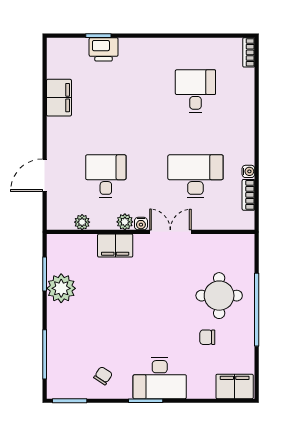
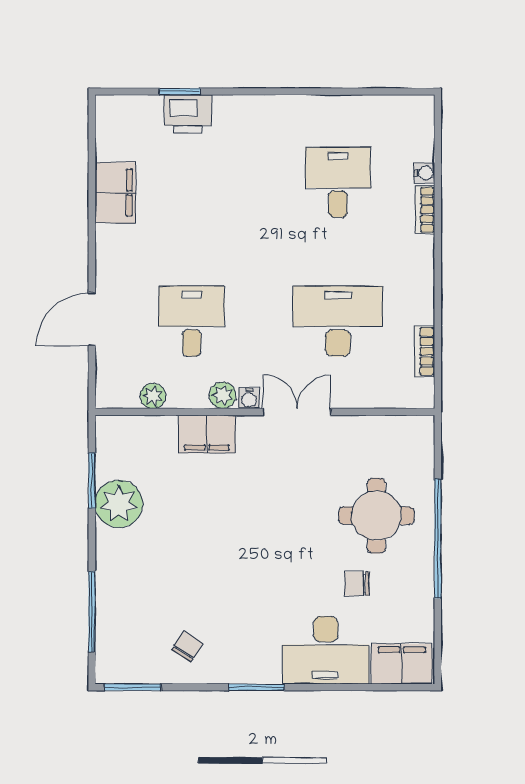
bookcase: (249, 52) -> (425, 210), moved
water cooler: (248, 171) -> (424, 173), moved
desk: (160, 378) -> (326, 650), moved

